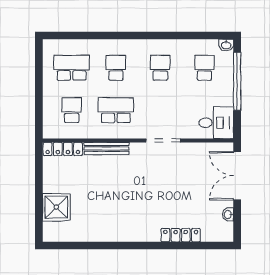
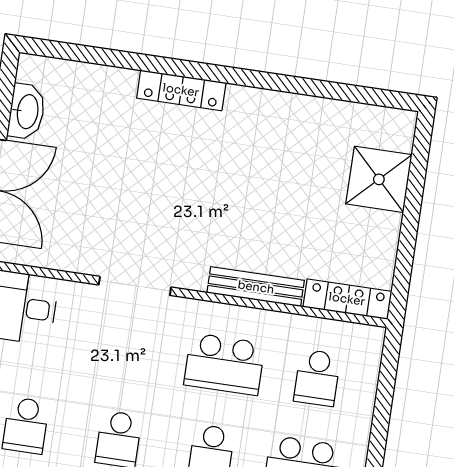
washbasin: (228, 215) -> (27, 111), width x1.91, depth x1.45
locker: (181, 235) -> (181, 90), moved

